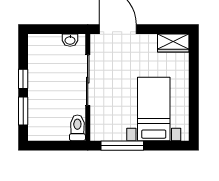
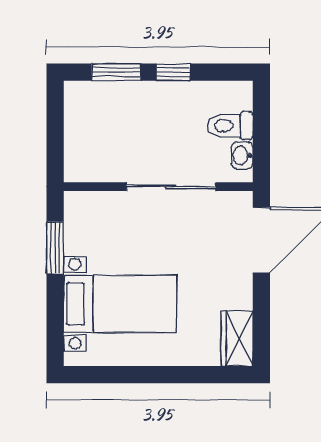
toilet: (77, 128) -> (230, 126), moved, turned 180
window: (122, 146) -> (55, 248), width x0.69

